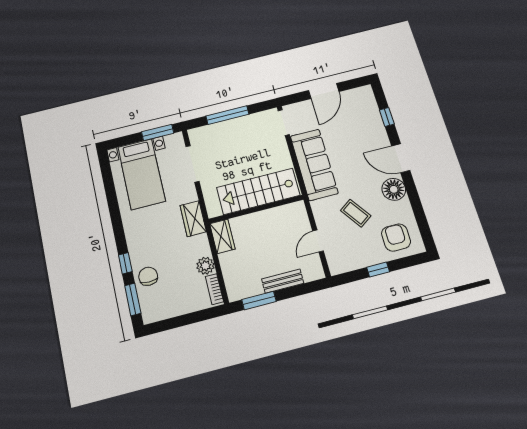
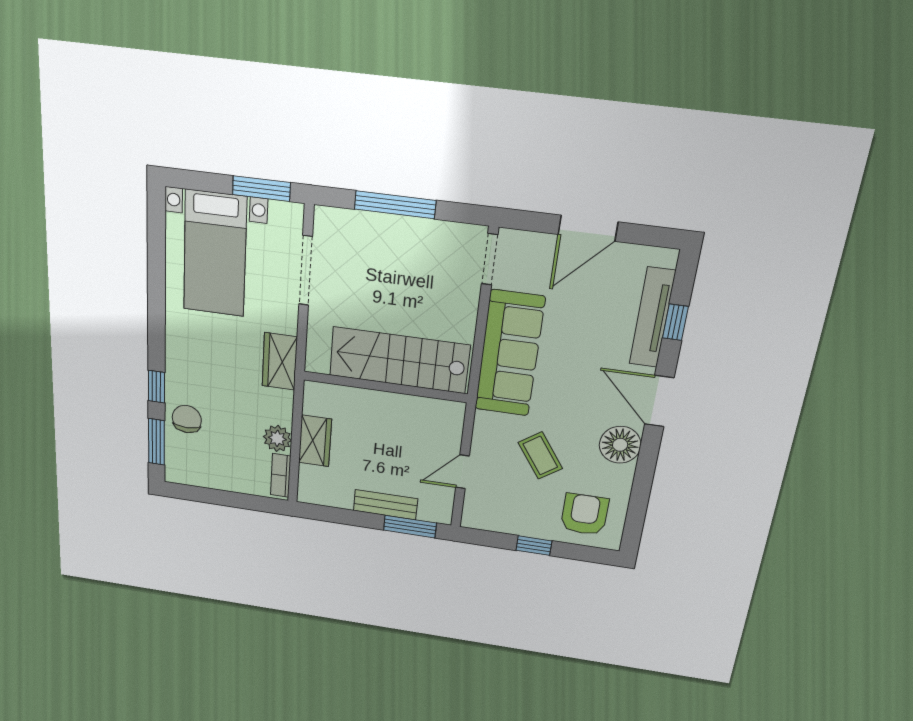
tv unit: (375, 119) -> (652, 318), added
wardrobe: (222, 236) -> (315, 441), moved
window: (259, 301) -> (410, 527), moved

